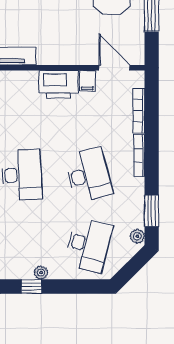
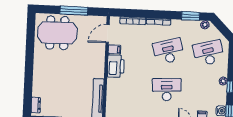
desk: (89, 245) -> (208, 53), turned -30

